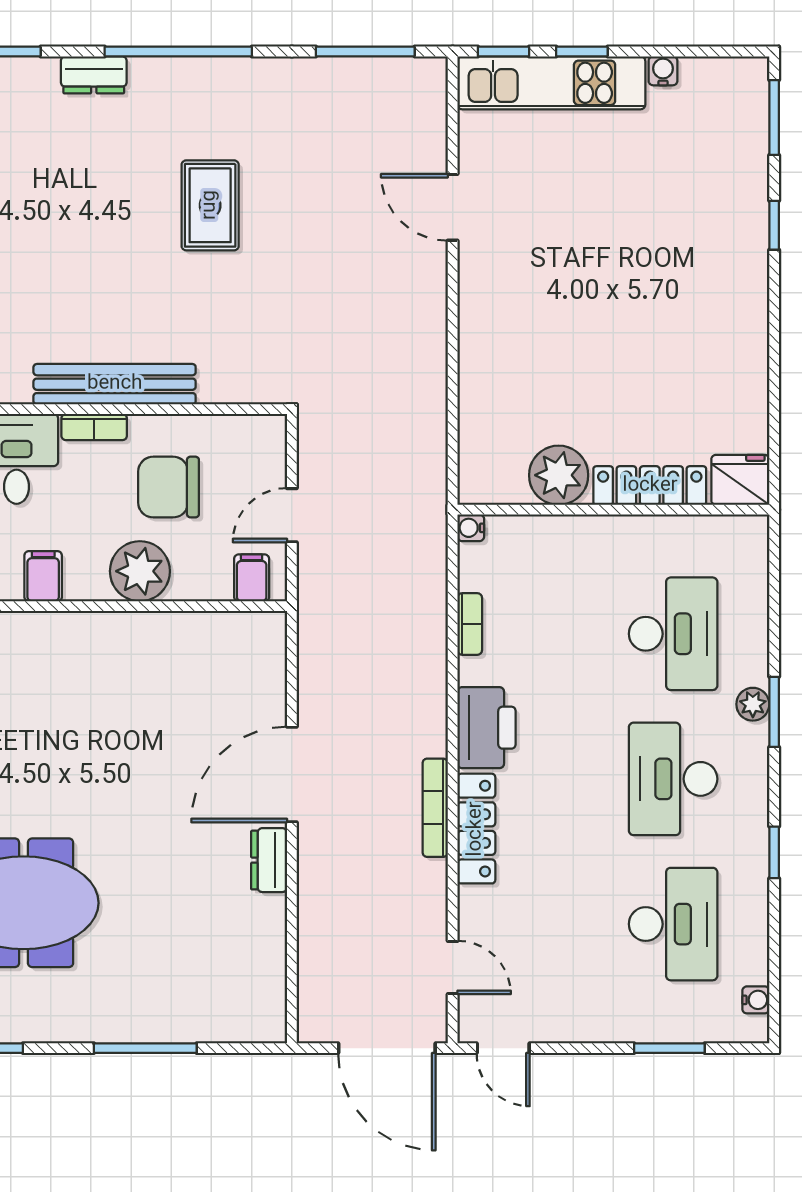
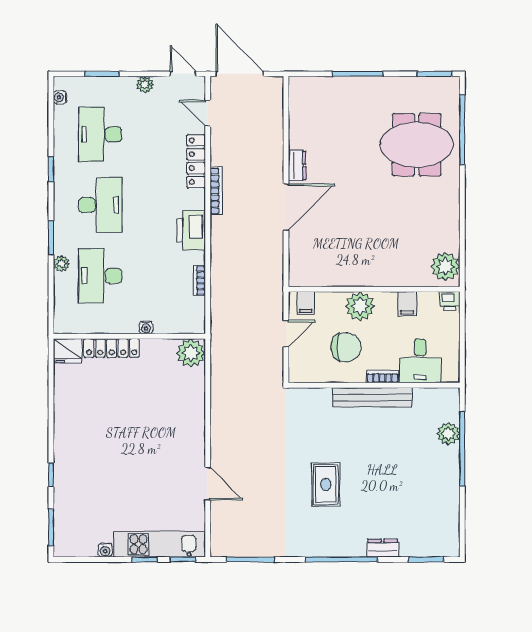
plant: (559, 475) -> (191, 353), moved
water cooler: (471, 528) -> (146, 327), moved, turned 90
plant: (753, 704) -> (61, 264), moved
locker: (476, 829) -> (196, 161), moved
plant: (582, 1026) -> (145, 85), added

